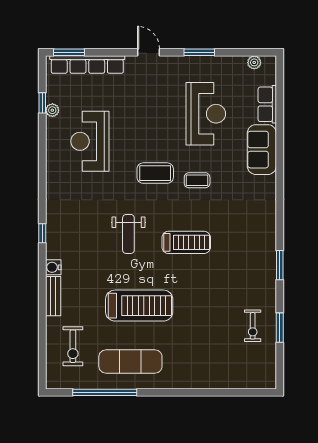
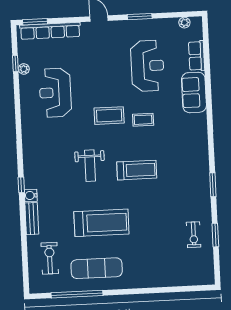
window: (42, 233) -> (21, 185), moved
exercise bike: (73, 346) -> (50, 258), turned 180

